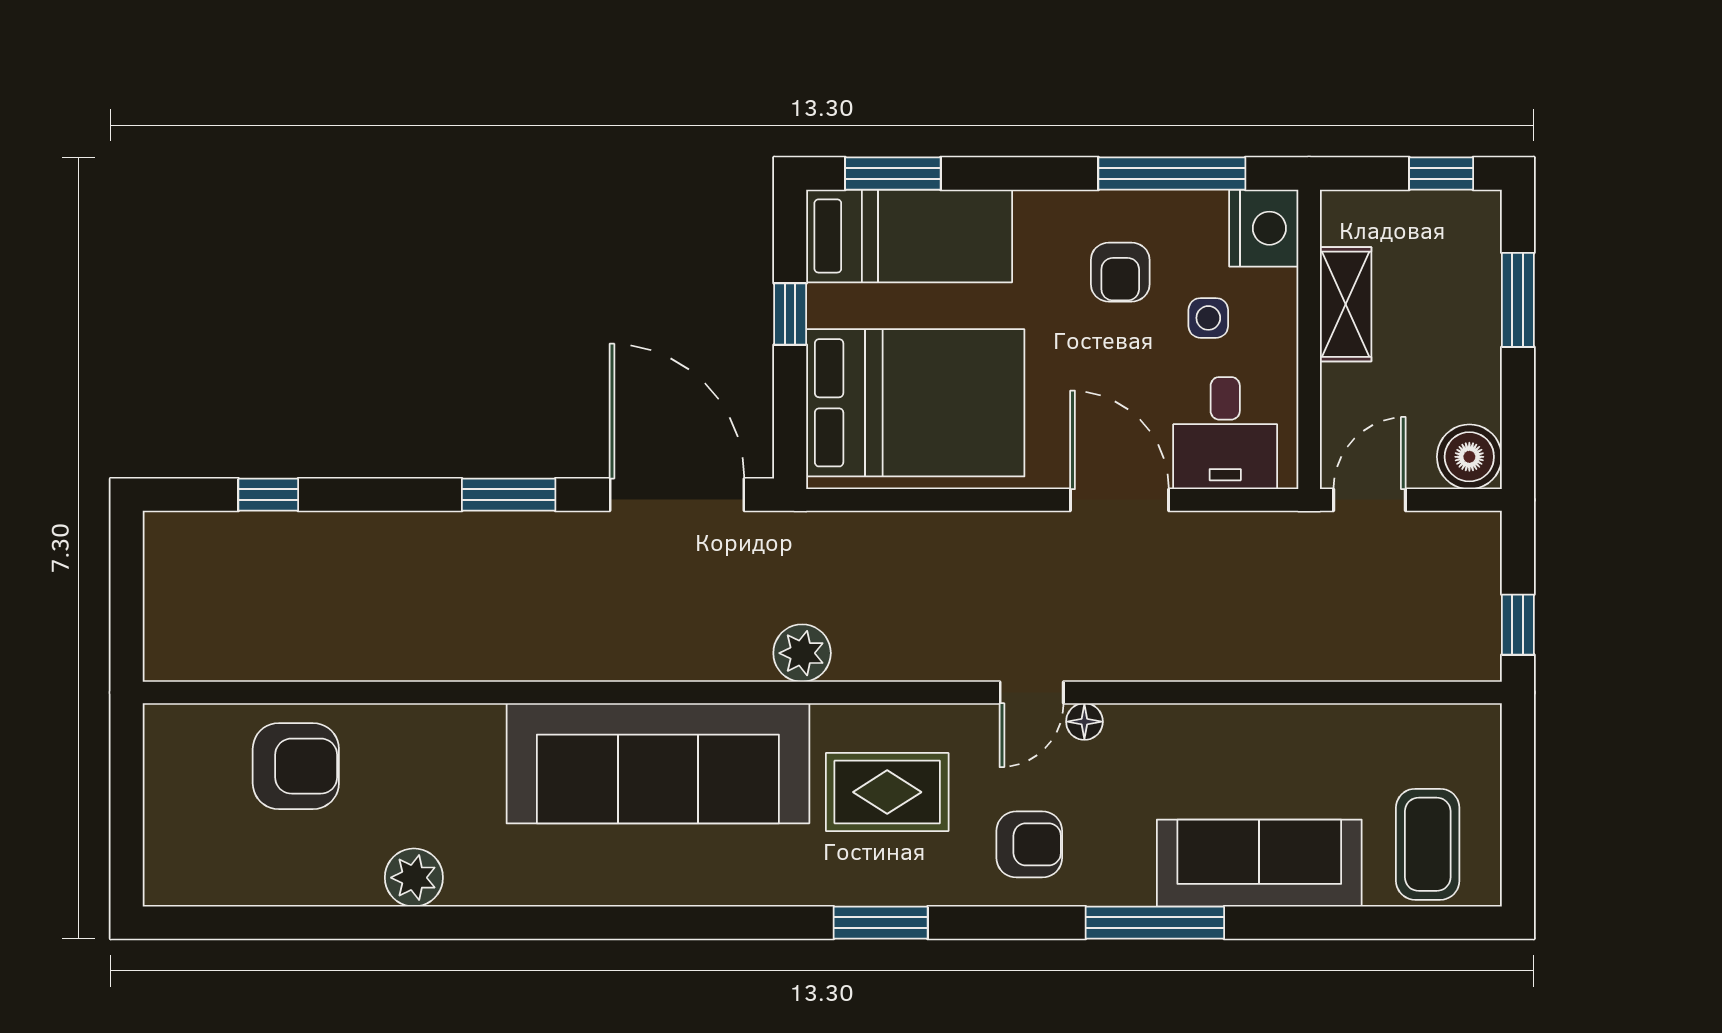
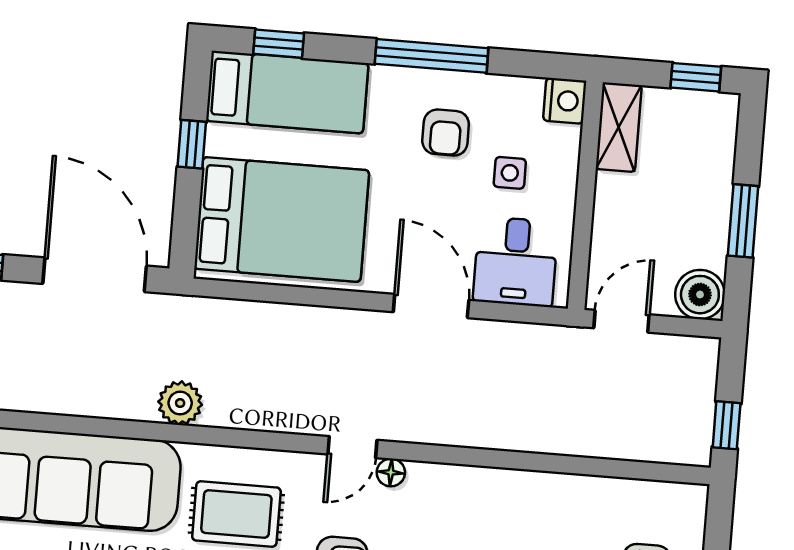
window: (893, 174) -> (279, 44), width x0.67
window: (1172, 174) -> (432, 56), moved
nightstand: (1264, 228) -> (565, 101), width x0.74, depth x0.75
window: (1518, 300) -> (743, 221), moved
shelving: (1346, 304) -> (619, 127), moved

